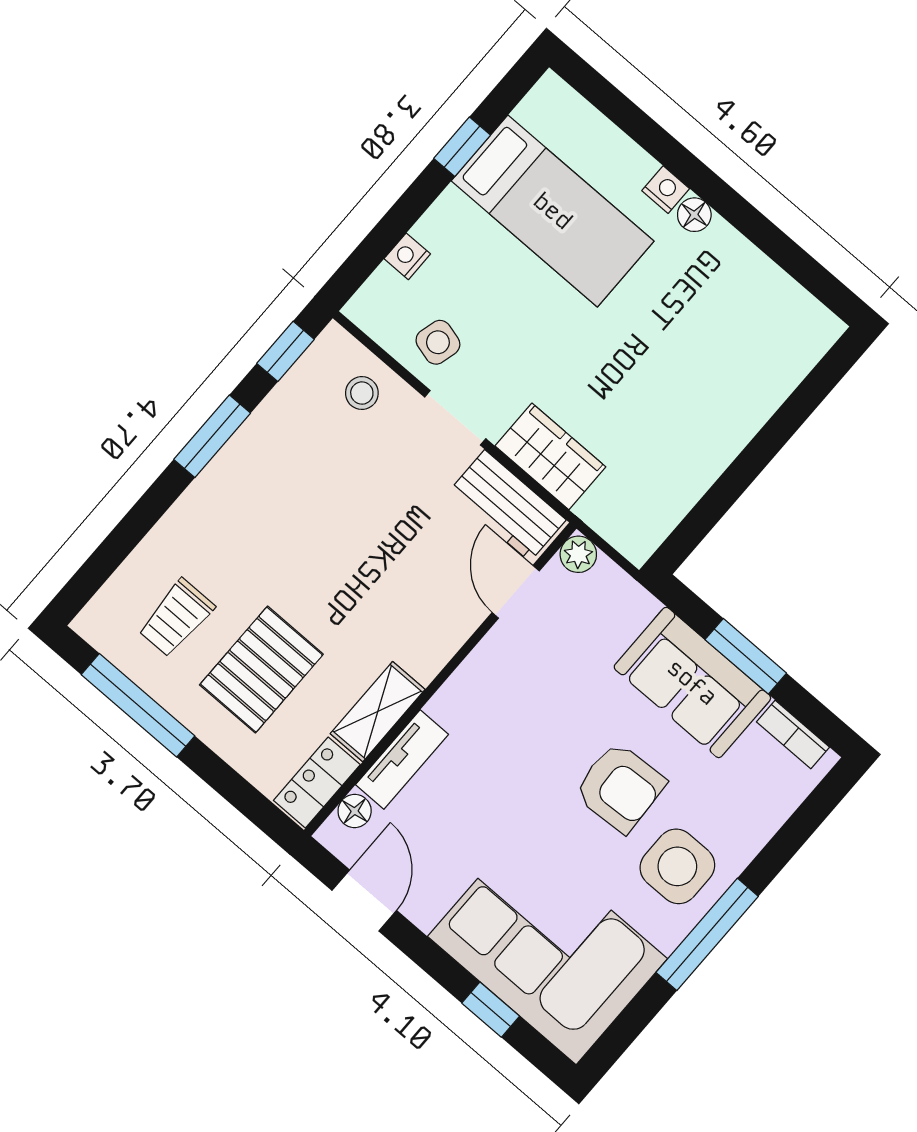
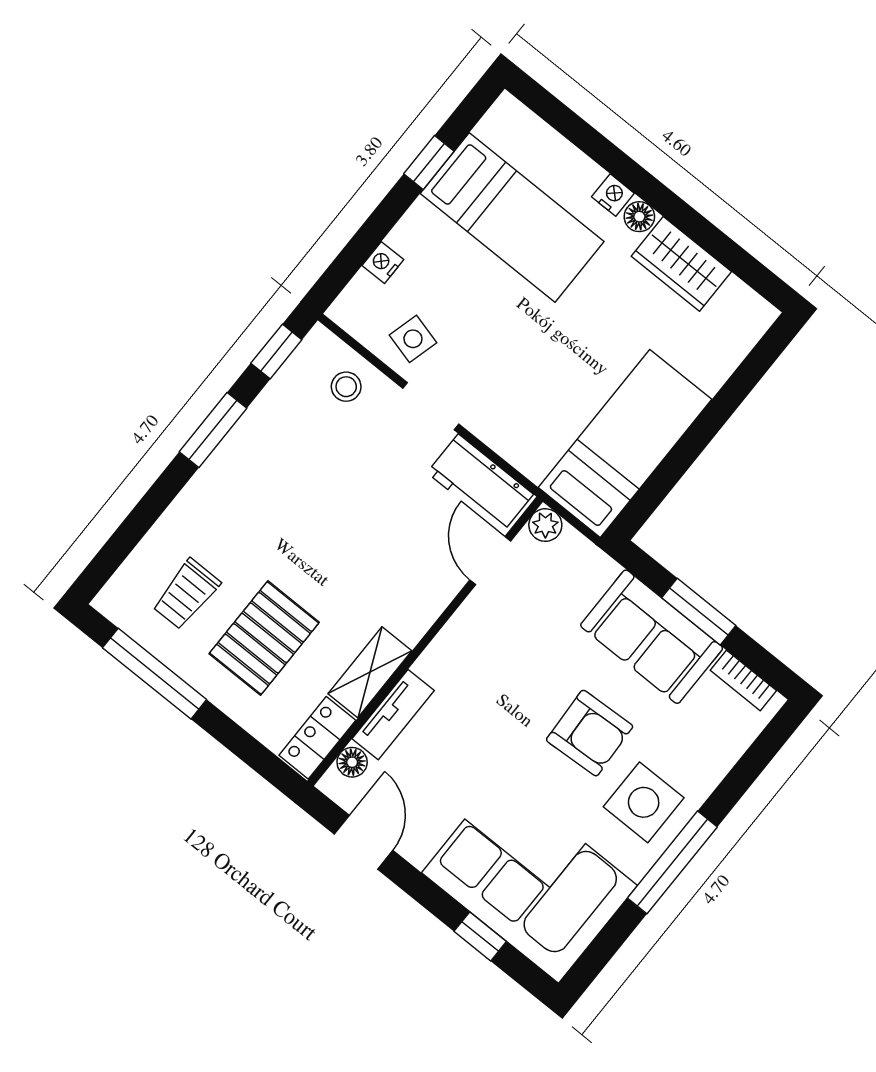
wardrobe: (550, 456) -> (681, 264), moved, turned 180
bed: (670, 466) -> (625, 443), added

